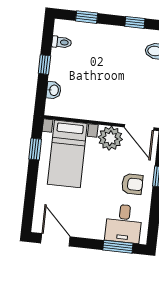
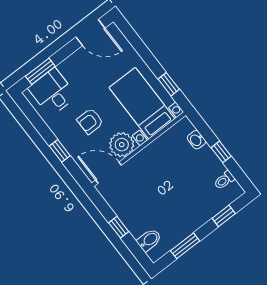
window: (135, 22) -> (185, 246), width x1.50
armchair: (132, 184) -> (90, 121), moved

